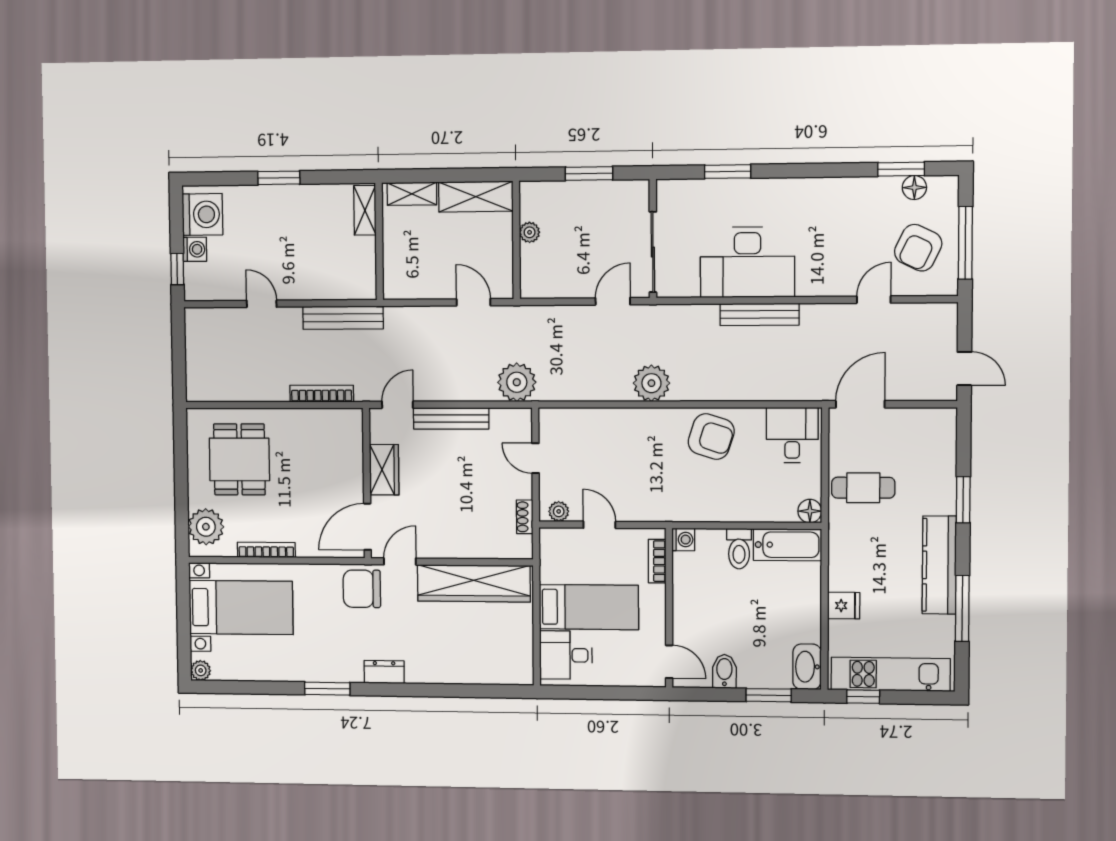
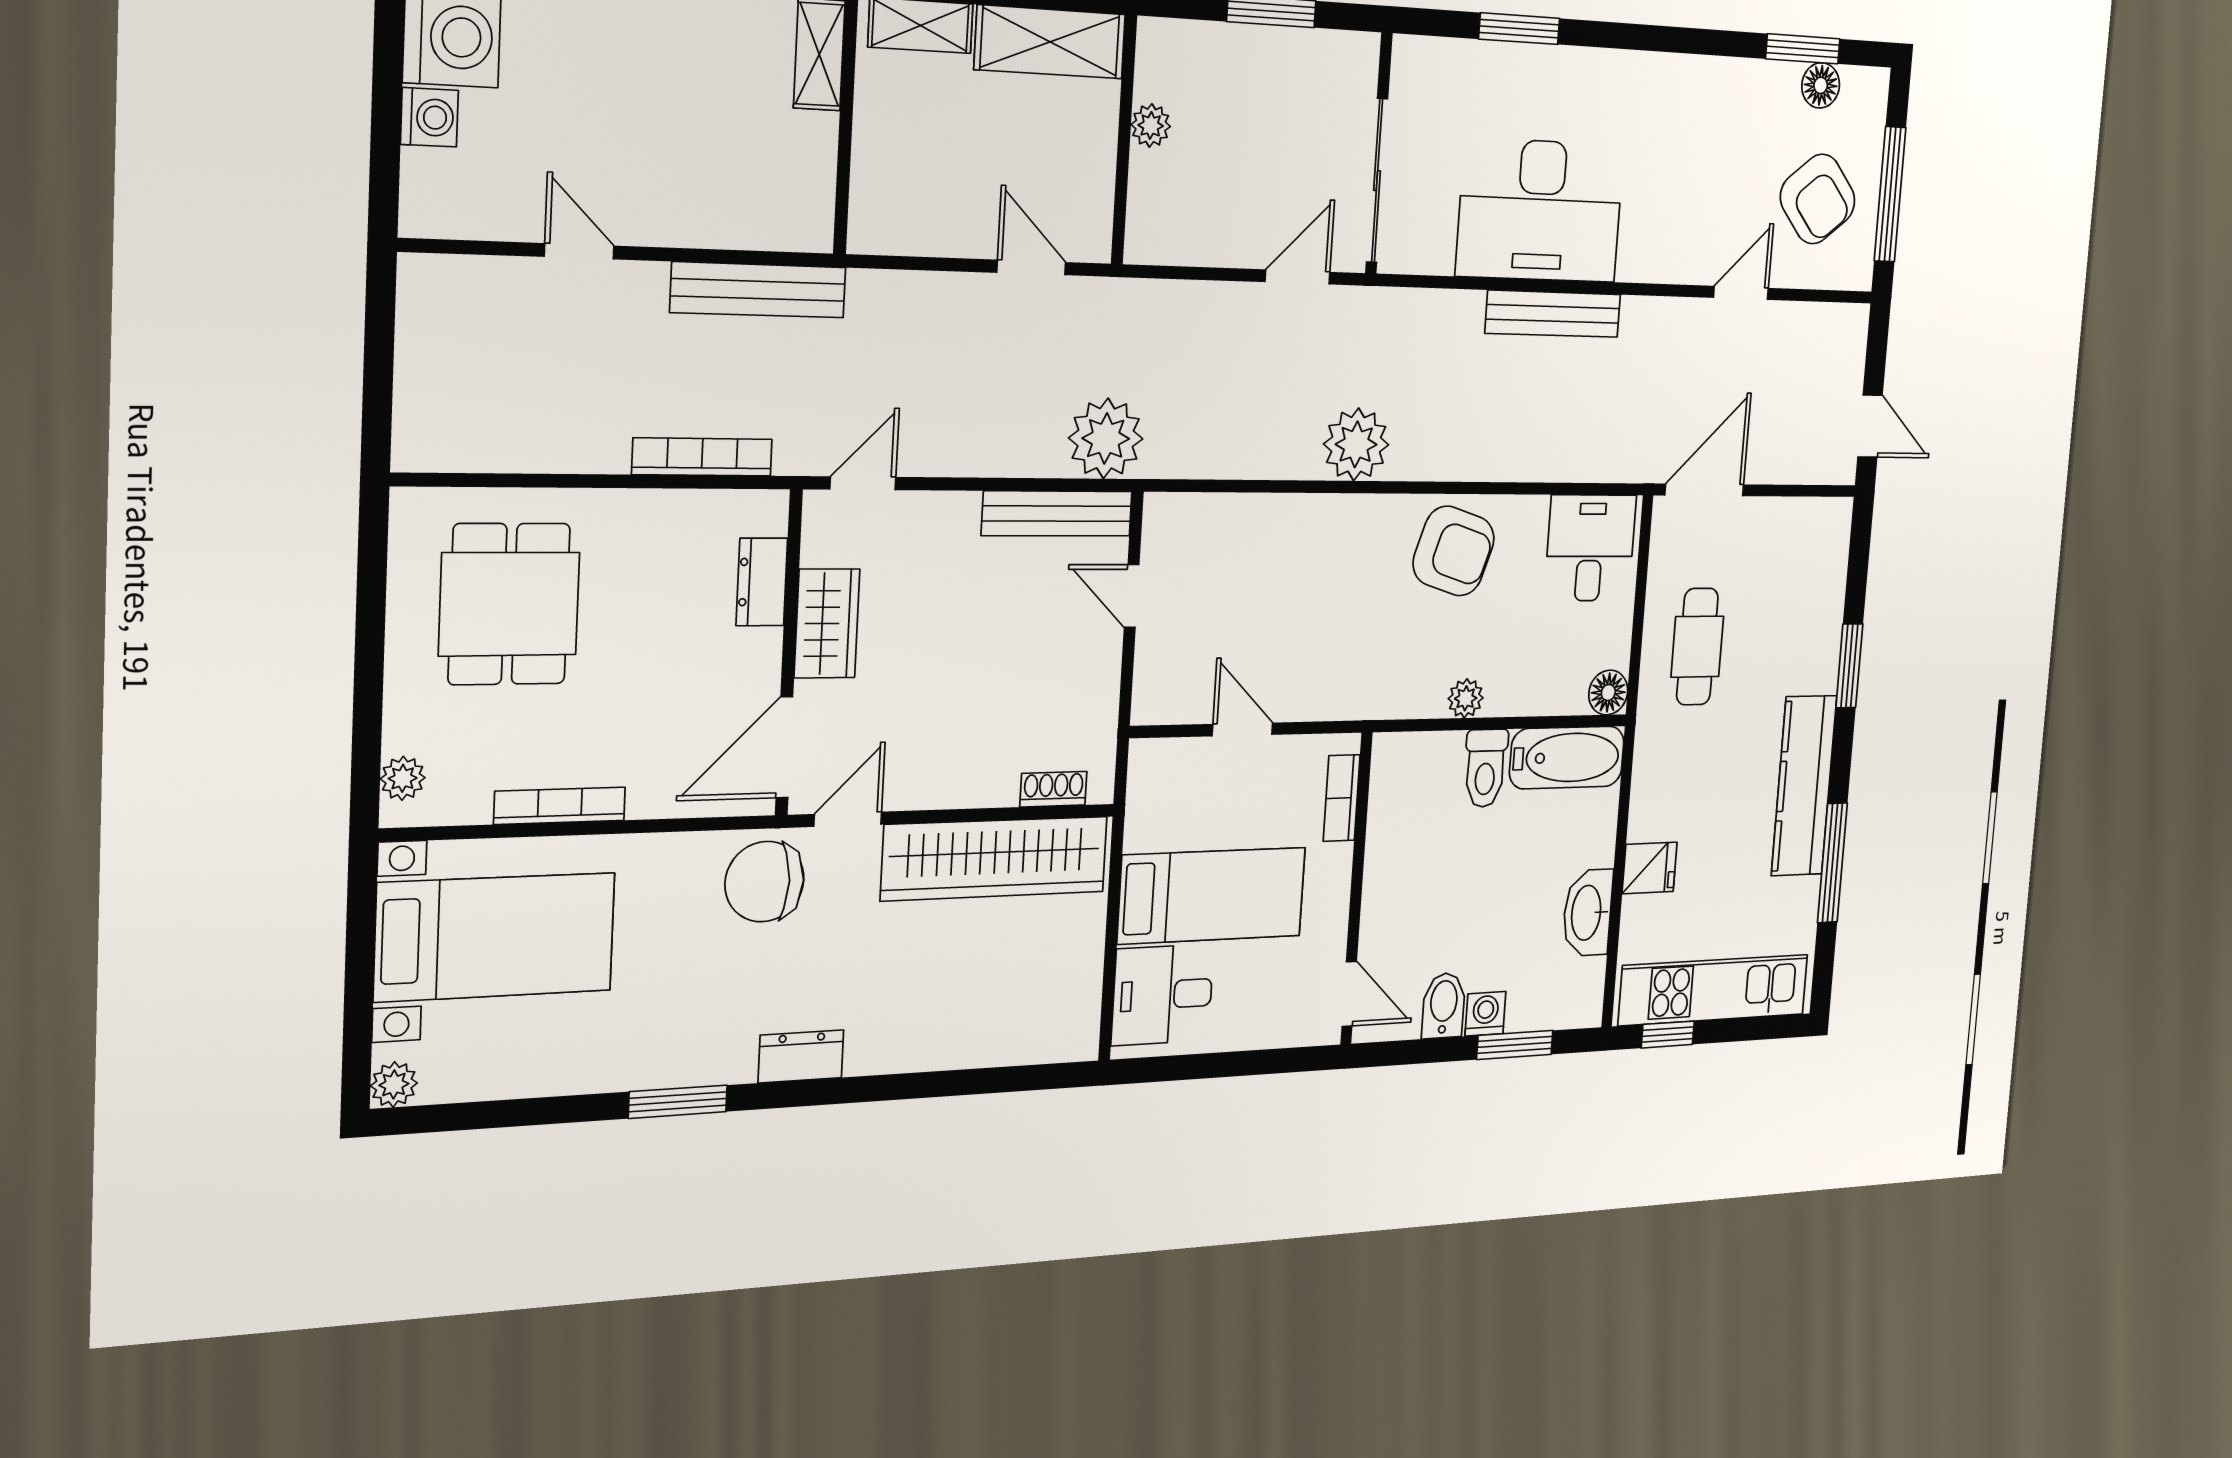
armchair: (918, 248) -> (1818, 199), turned -65
window: (177, 269) -> (385, 161), removed
bench: (451, 418) -> (1057, 514), moved
dresser: (352, 450) -> (762, 582), added
cafe table: (863, 488) -> (1697, 647), turned 90
plant: (559, 511) -> (1466, 698), moved
shoe rack: (525, 517) -> (1053, 789), moved, turned 90
plant: (206, 527) -> (403, 778), width x0.53, depth x0.53
washing machine: (683, 539) -> (1485, 1014), moved, turned -90
washbasin: (807, 667) -> (1588, 913), moved

